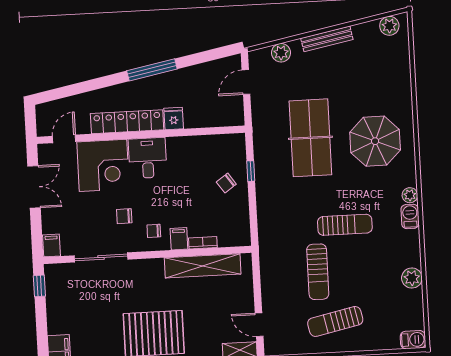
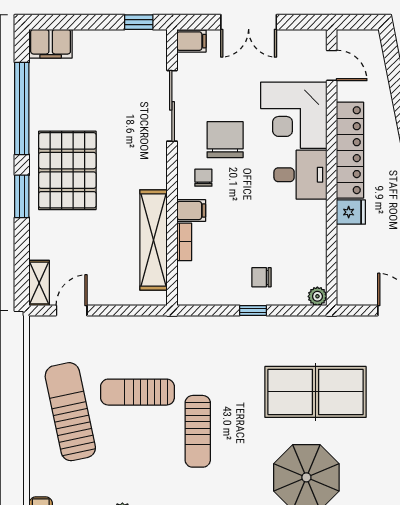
plant: (238, 140) -> (317, 296), added
window: (251, 171) -> (253, 311), moved
chair: (226, 183) -> (262, 277), turned -55
double door: (34, 187) -> (249, 22), moved
chair: (124, 216) -> (225, 140), width x1.87, depth x1.87
sun lounger: (335, 321) -> (70, 412), width x1.36, depth x1.34

